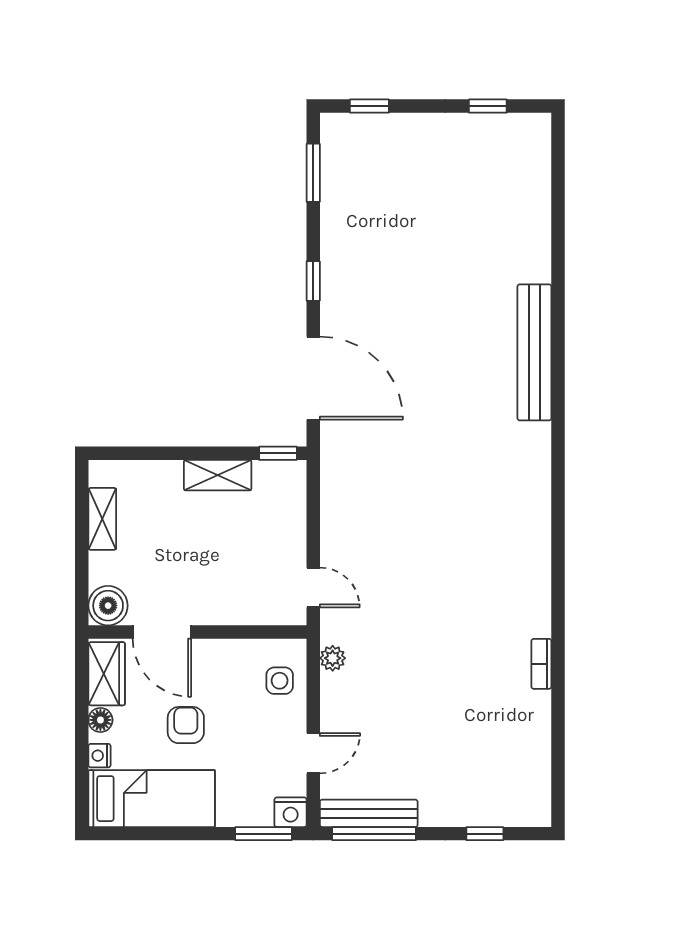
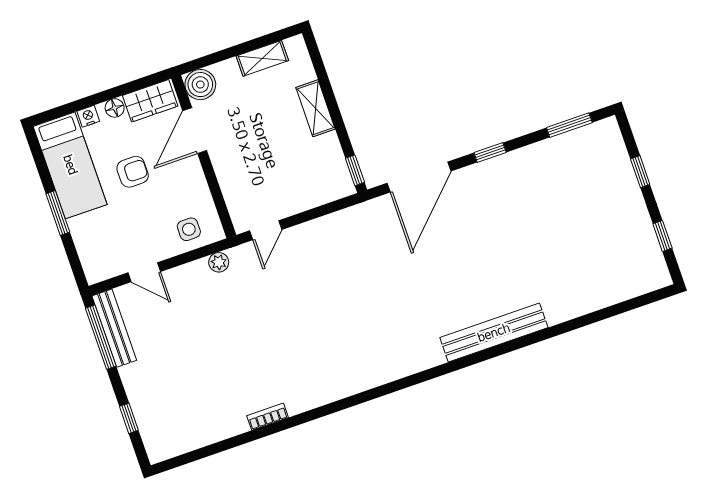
window: (369, 106) -> (640, 172), moved
shelving: (218, 475) -> (316, 108), moved
nightstand: (291, 812) -> (95, 271), removed
window: (263, 834) -> (58, 213), moved

